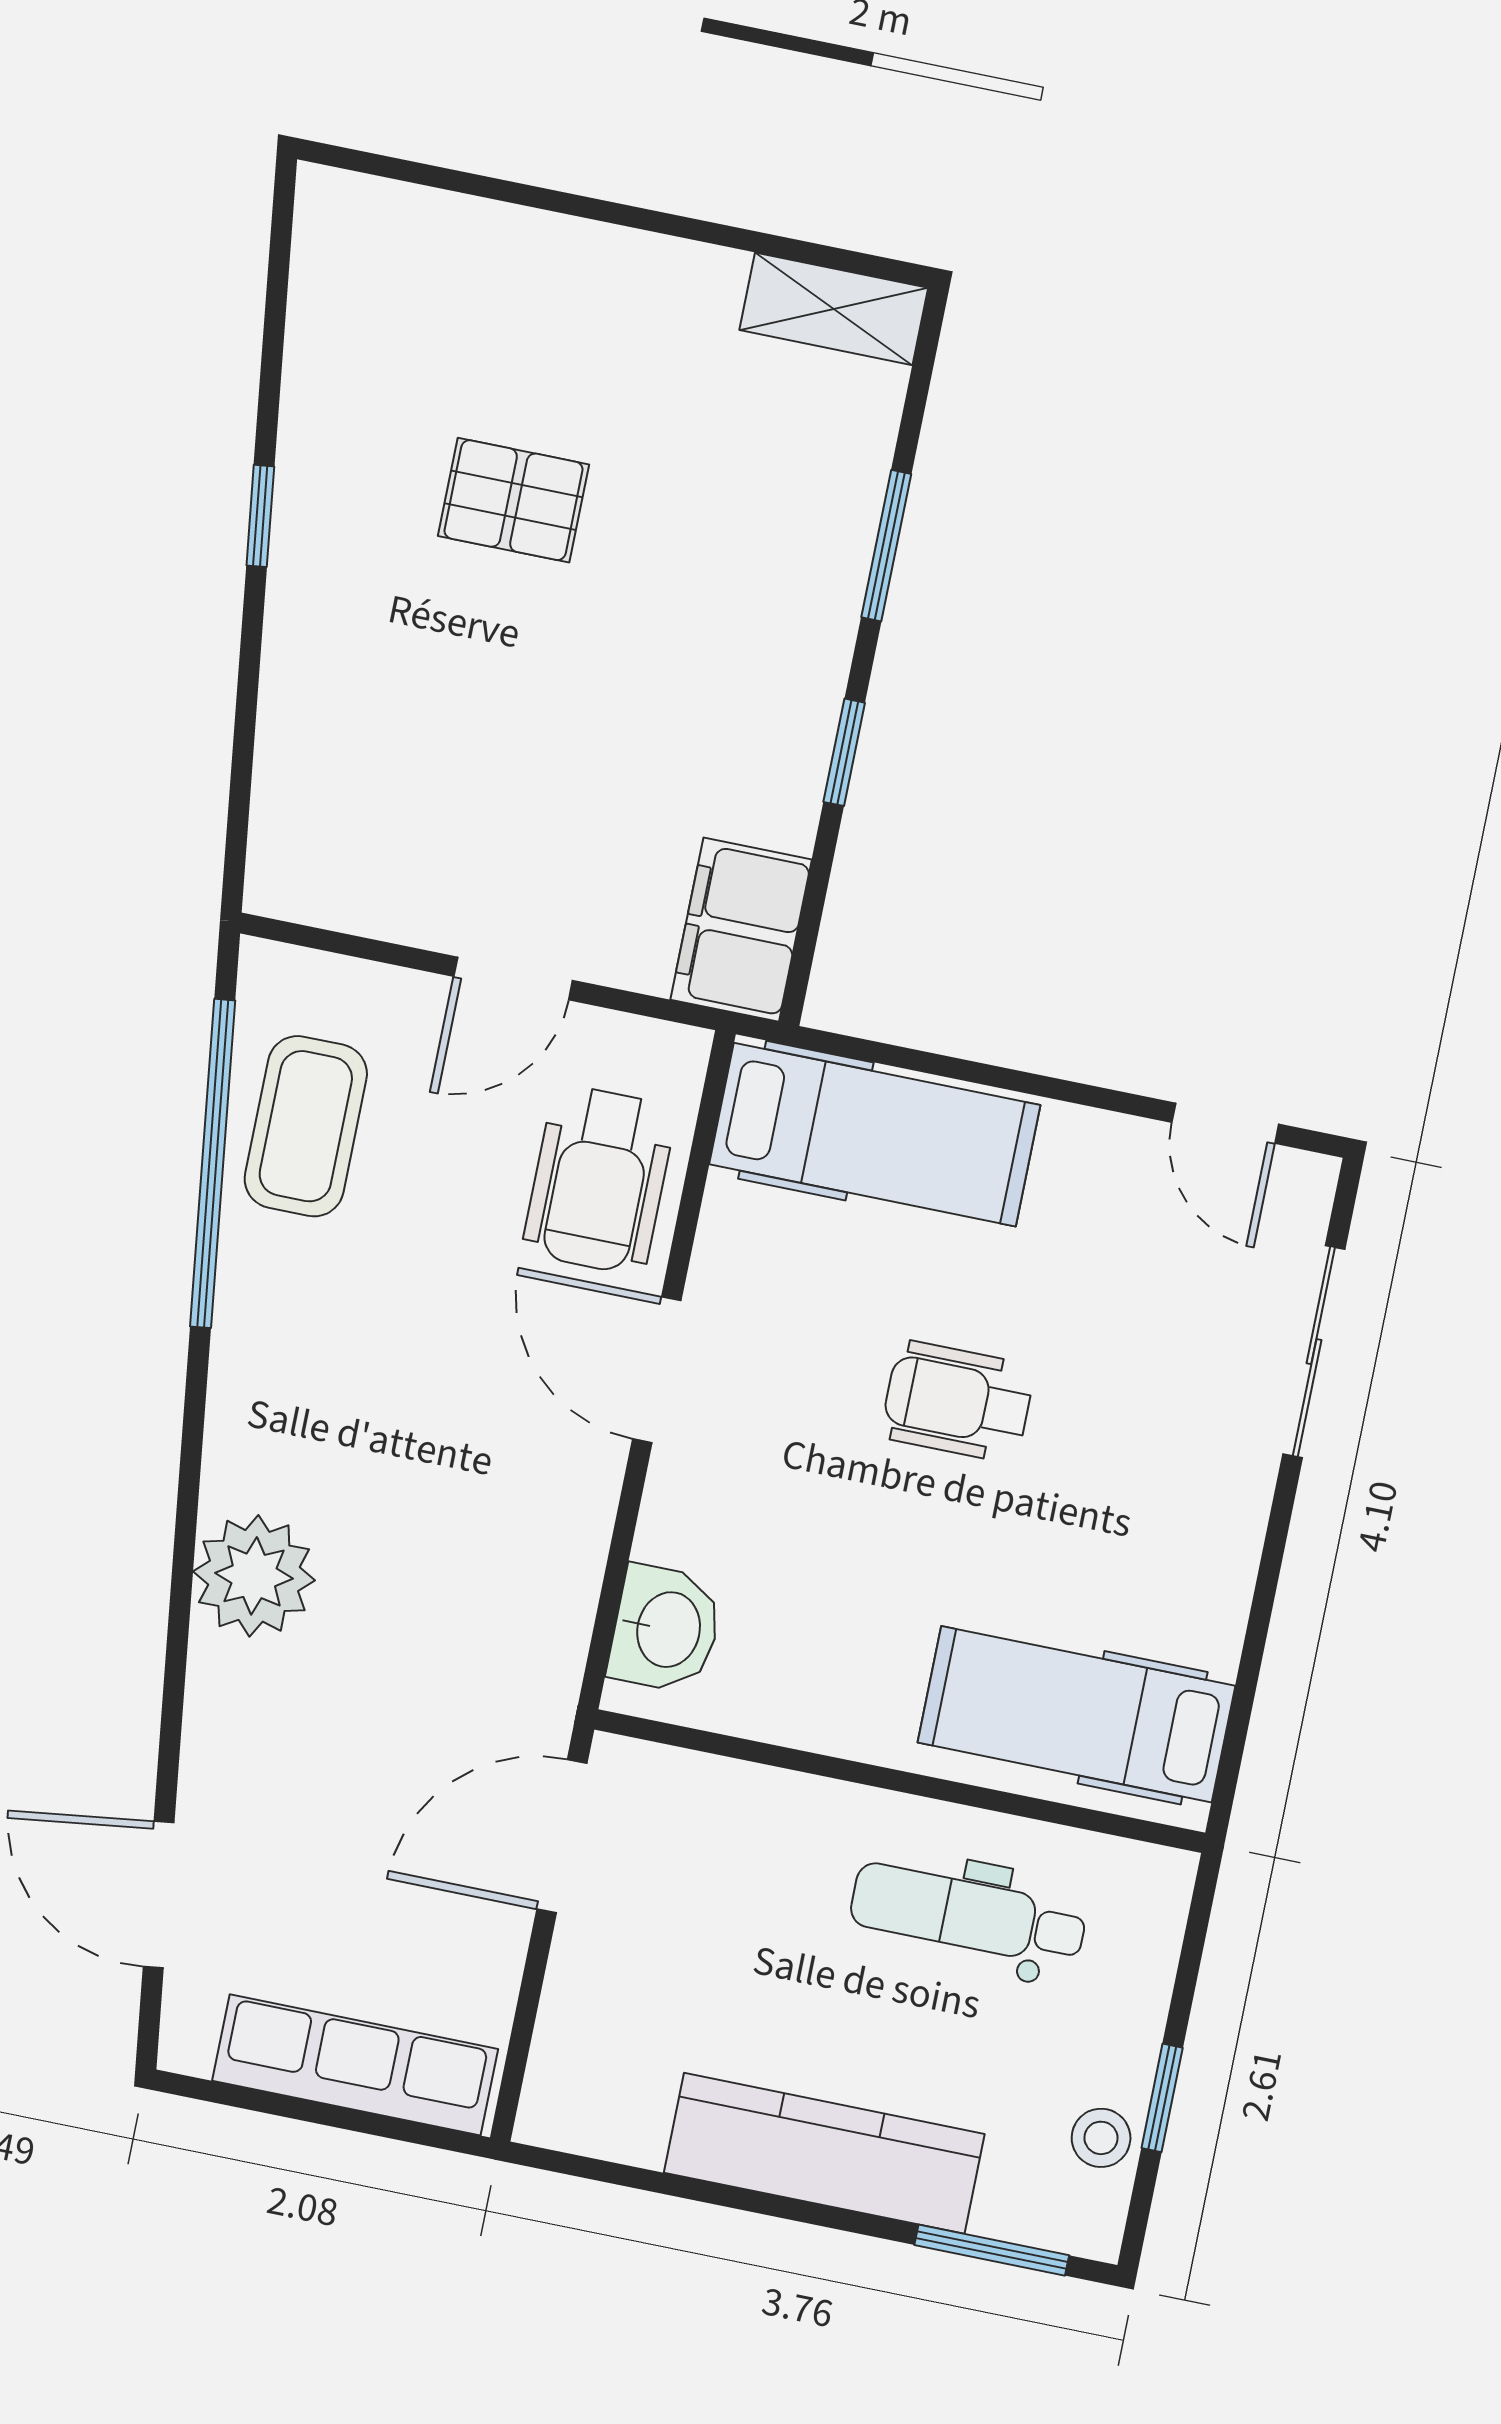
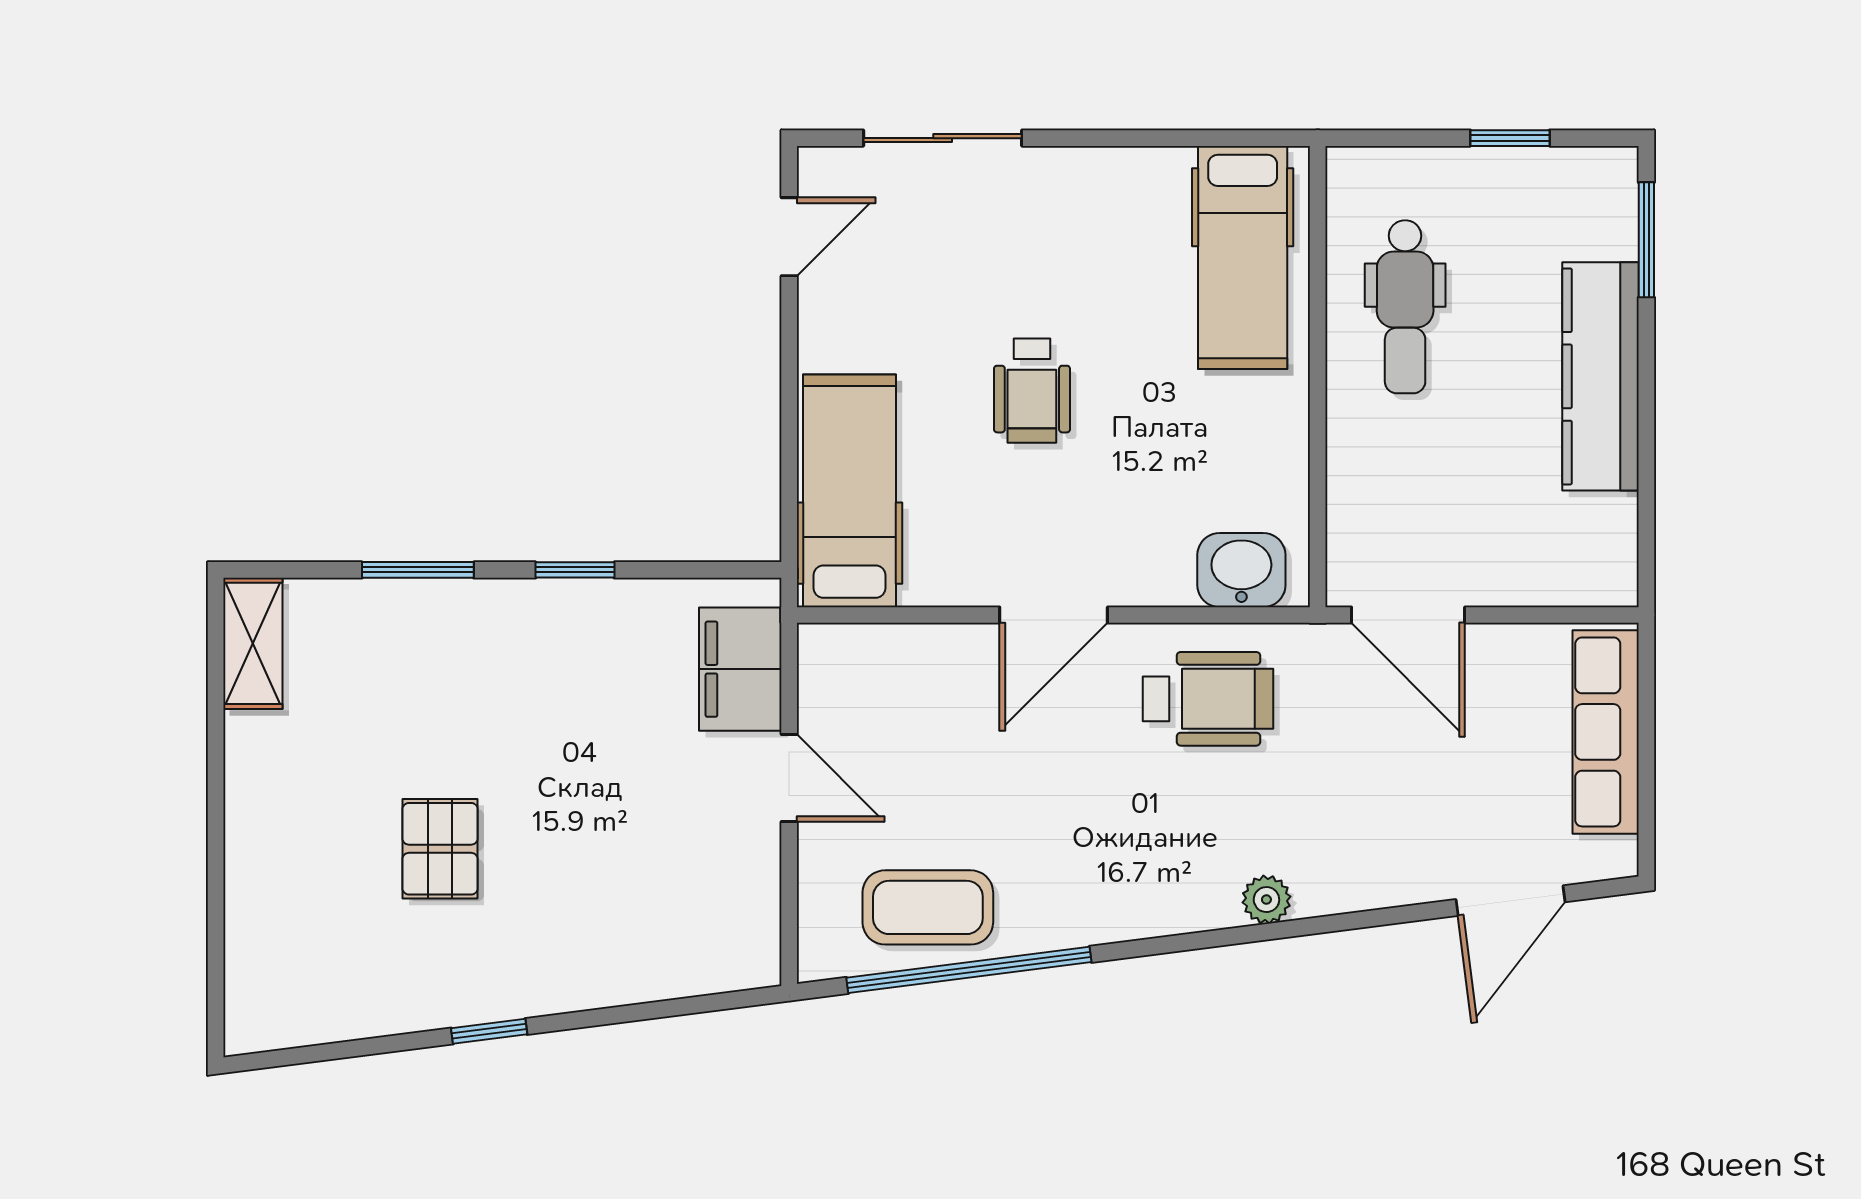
filing cabinet: (741, 930) -> (740, 669), moved, turned 90
wheelchair: (599, 1180) -> (1208, 699), moved
plant: (254, 1576) -> (1266, 900), width x0.53, depth x0.53
stool: (1101, 2138) -> (1548, 177), removed

